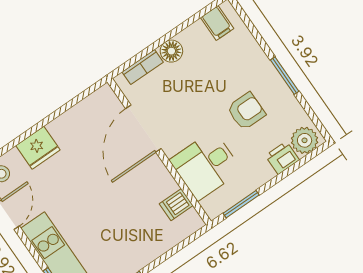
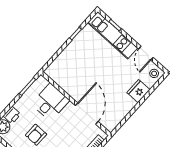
dishwasher: (176, 205) -> (61, 78), removed

